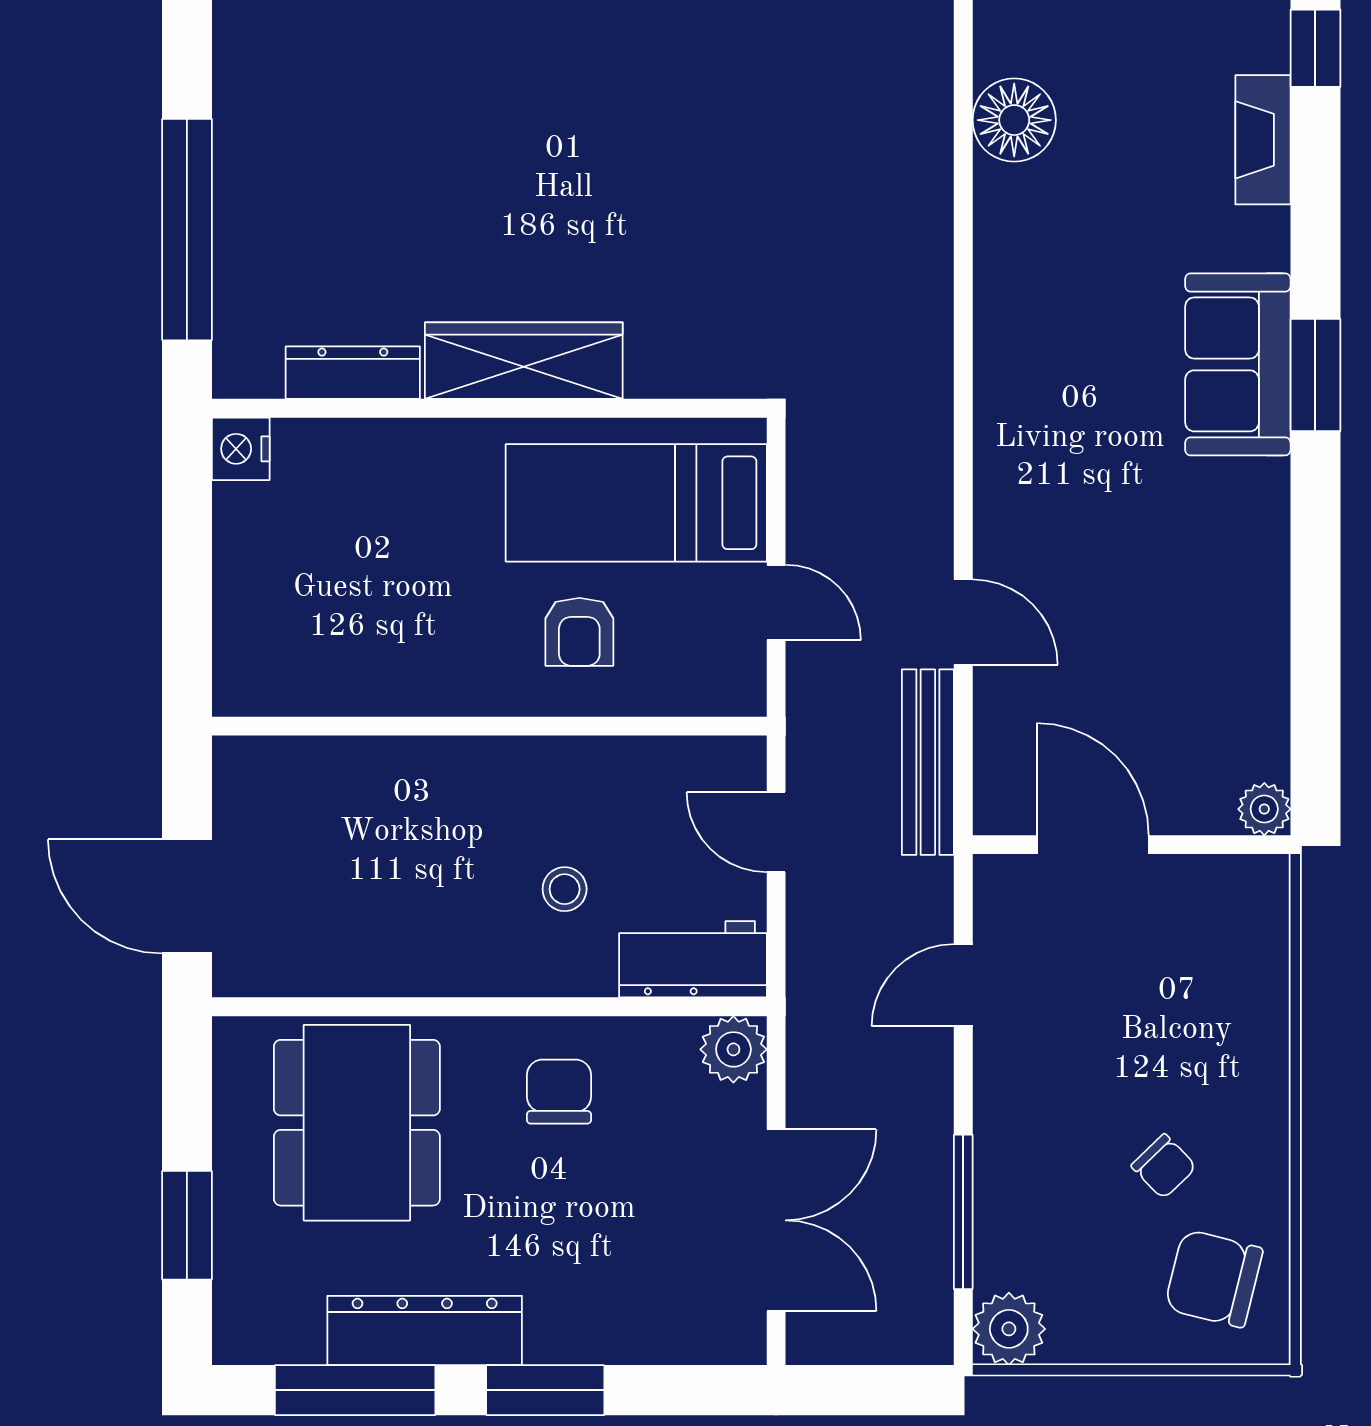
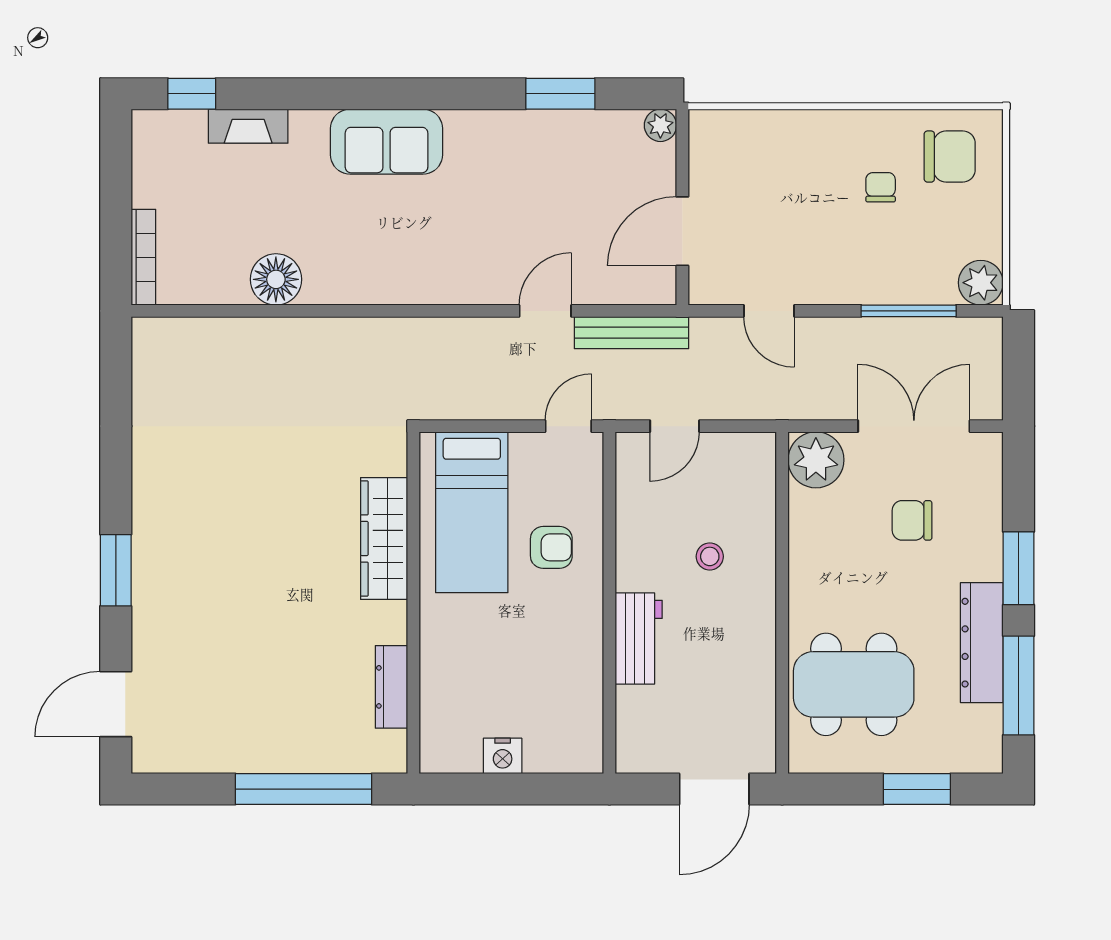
floor lamp: (1014, 120) -> (276, 279), moved
wardrobe: (524, 361) -> (384, 538), moved
window: (1315, 375) -> (560, 94), moved
nightstand: (241, 449) -> (503, 756), moved
door: (776, 602) -> (568, 426), moved
workbench: (693, 959) -> (639, 639), moved, turned 180
plant: (733, 1049) -> (816, 460), width x1.36, depth x1.36
chair: (559, 1092) -> (912, 520), moved
chair: (1164, 1166) -> (881, 187), turned -46
chair: (1214, 1279) -> (950, 157), turned -104

